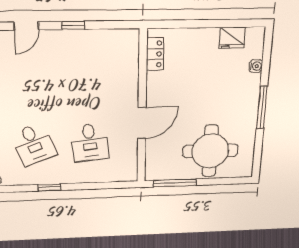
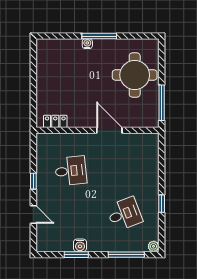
fridge: (232, 38) -> (44, 64), removed
water cooler: (256, 66) -> (87, 44), moved
desk: (90, 143) -> (71, 171), moved

